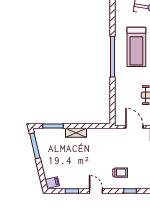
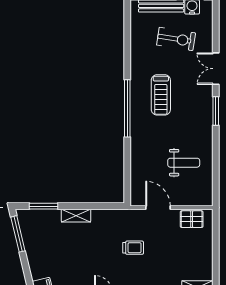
treadmill: (136, 47) -> (161, 95), width x0.73, depth x0.73
trolley: (120, 173) -> (133, 248), moved

